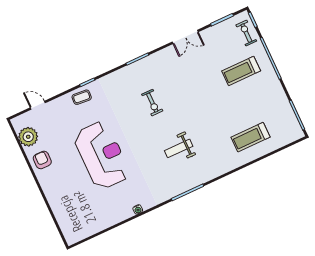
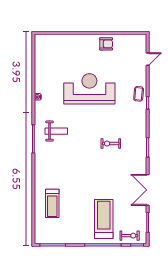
double door: (185, 37) -> (148, 190), width x1.37
treadmill: (241, 71) -> (104, 219), width x1.37, depth x1.38
plant: (28, 137) -> (128, 42), removed
treadmill: (250, 137) -> (52, 203), turned 180
weight bench: (179, 148) -> (56, 131), moved, turned 90
reception desk: (102, 155) -> (89, 89), turned 180

